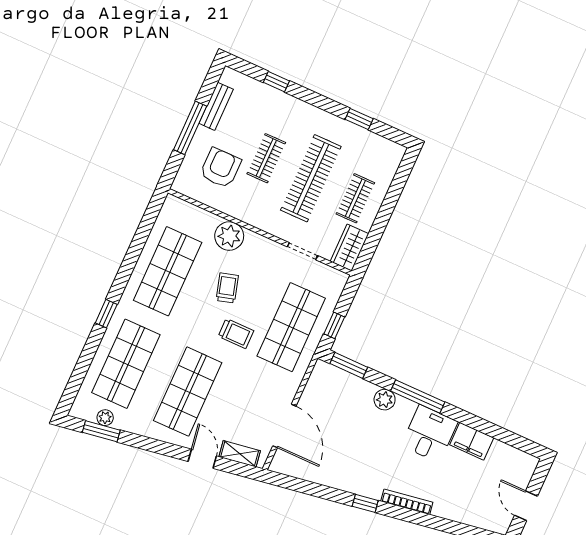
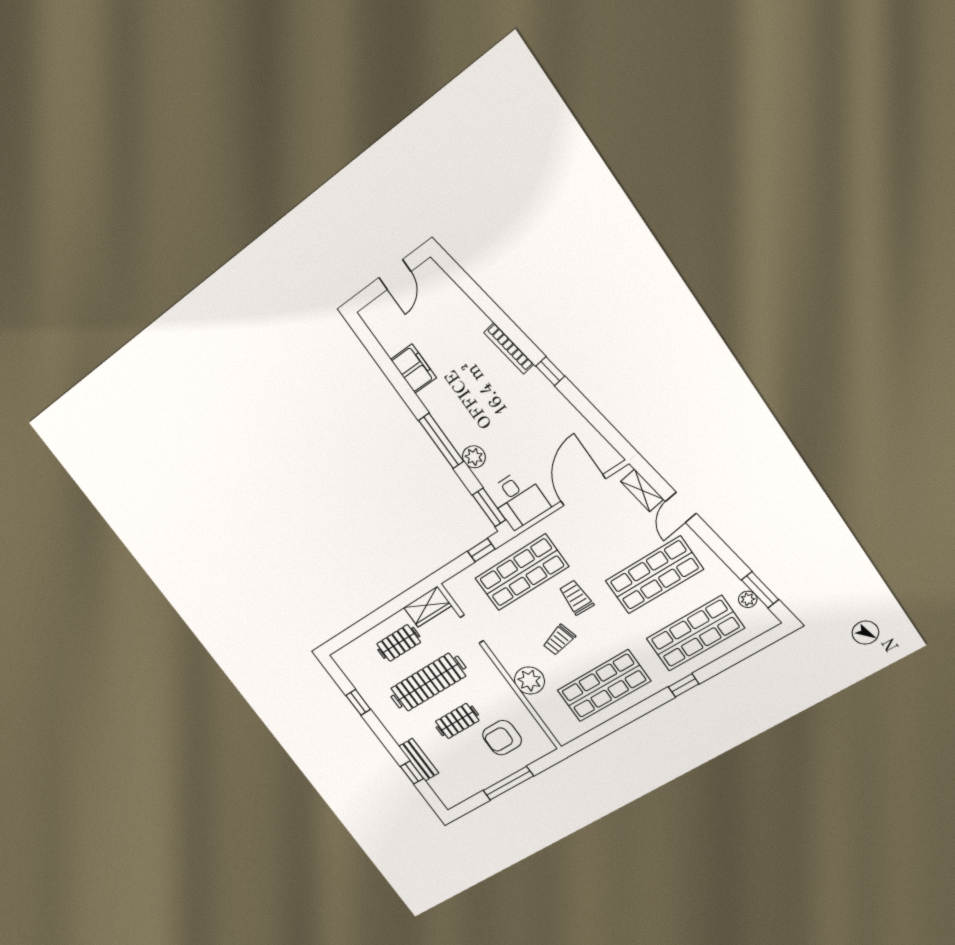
bench: (216, 106) -> (419, 760), moved, turned 90
desk: (429, 434) -> (519, 499), moved, turned -90

